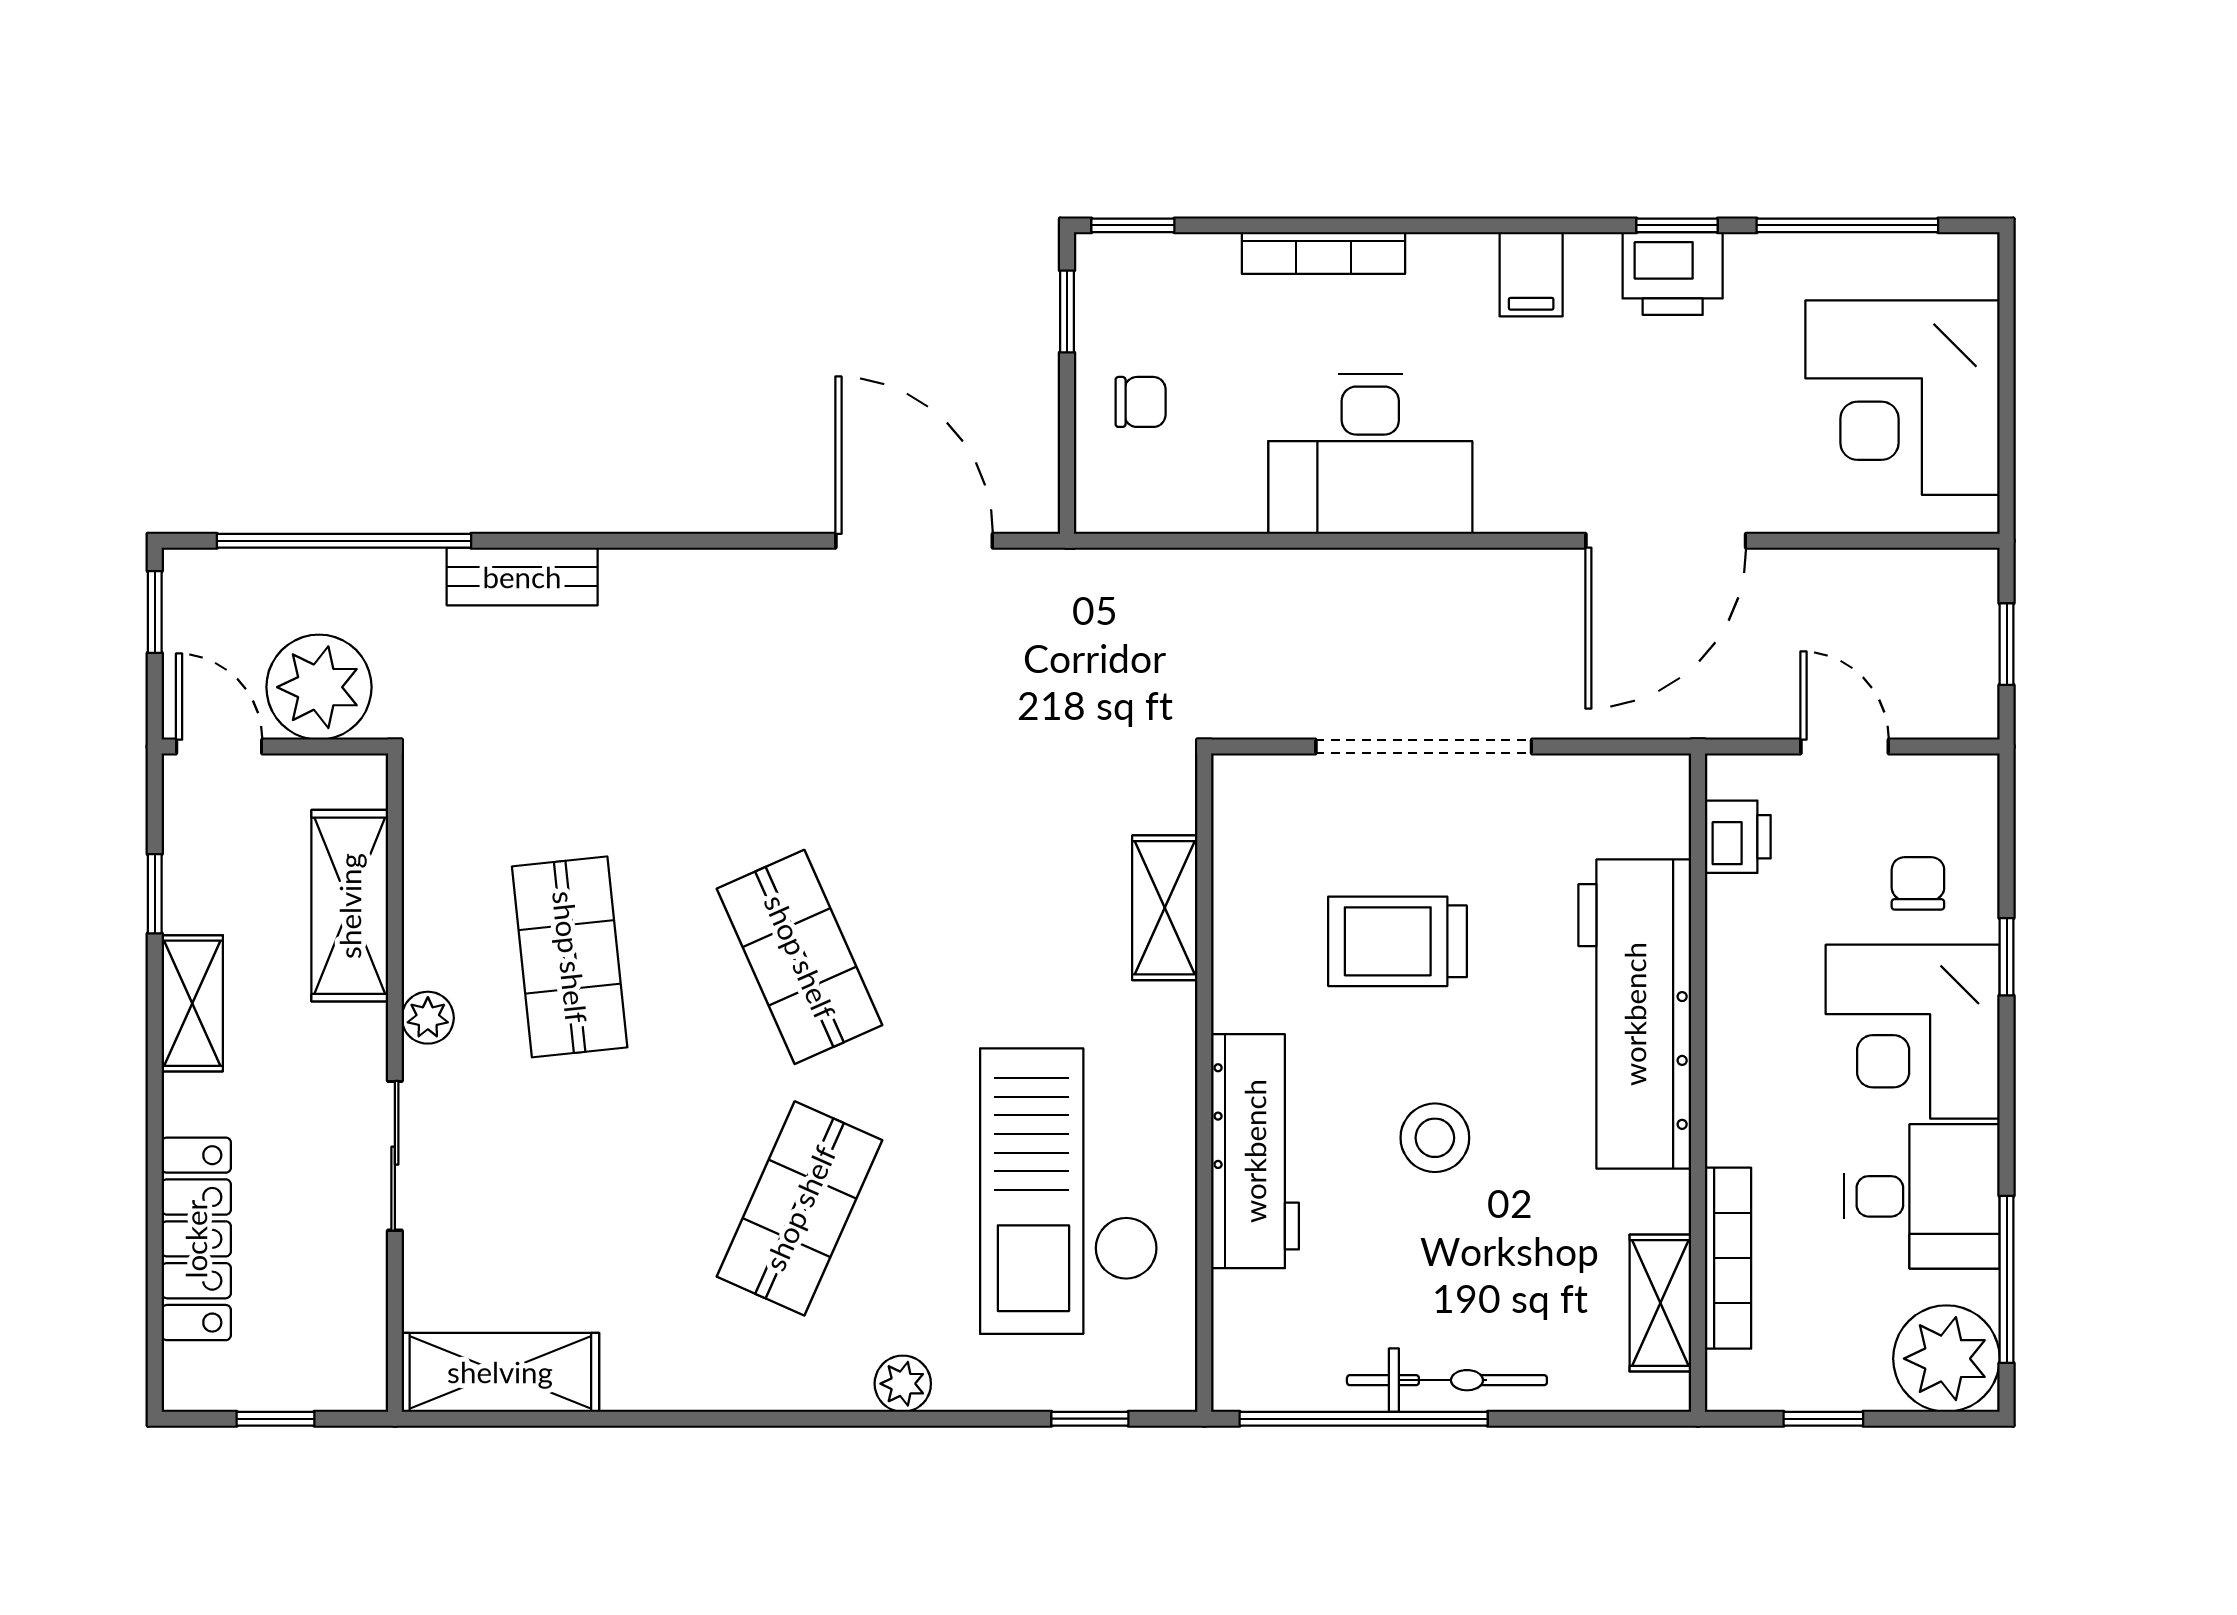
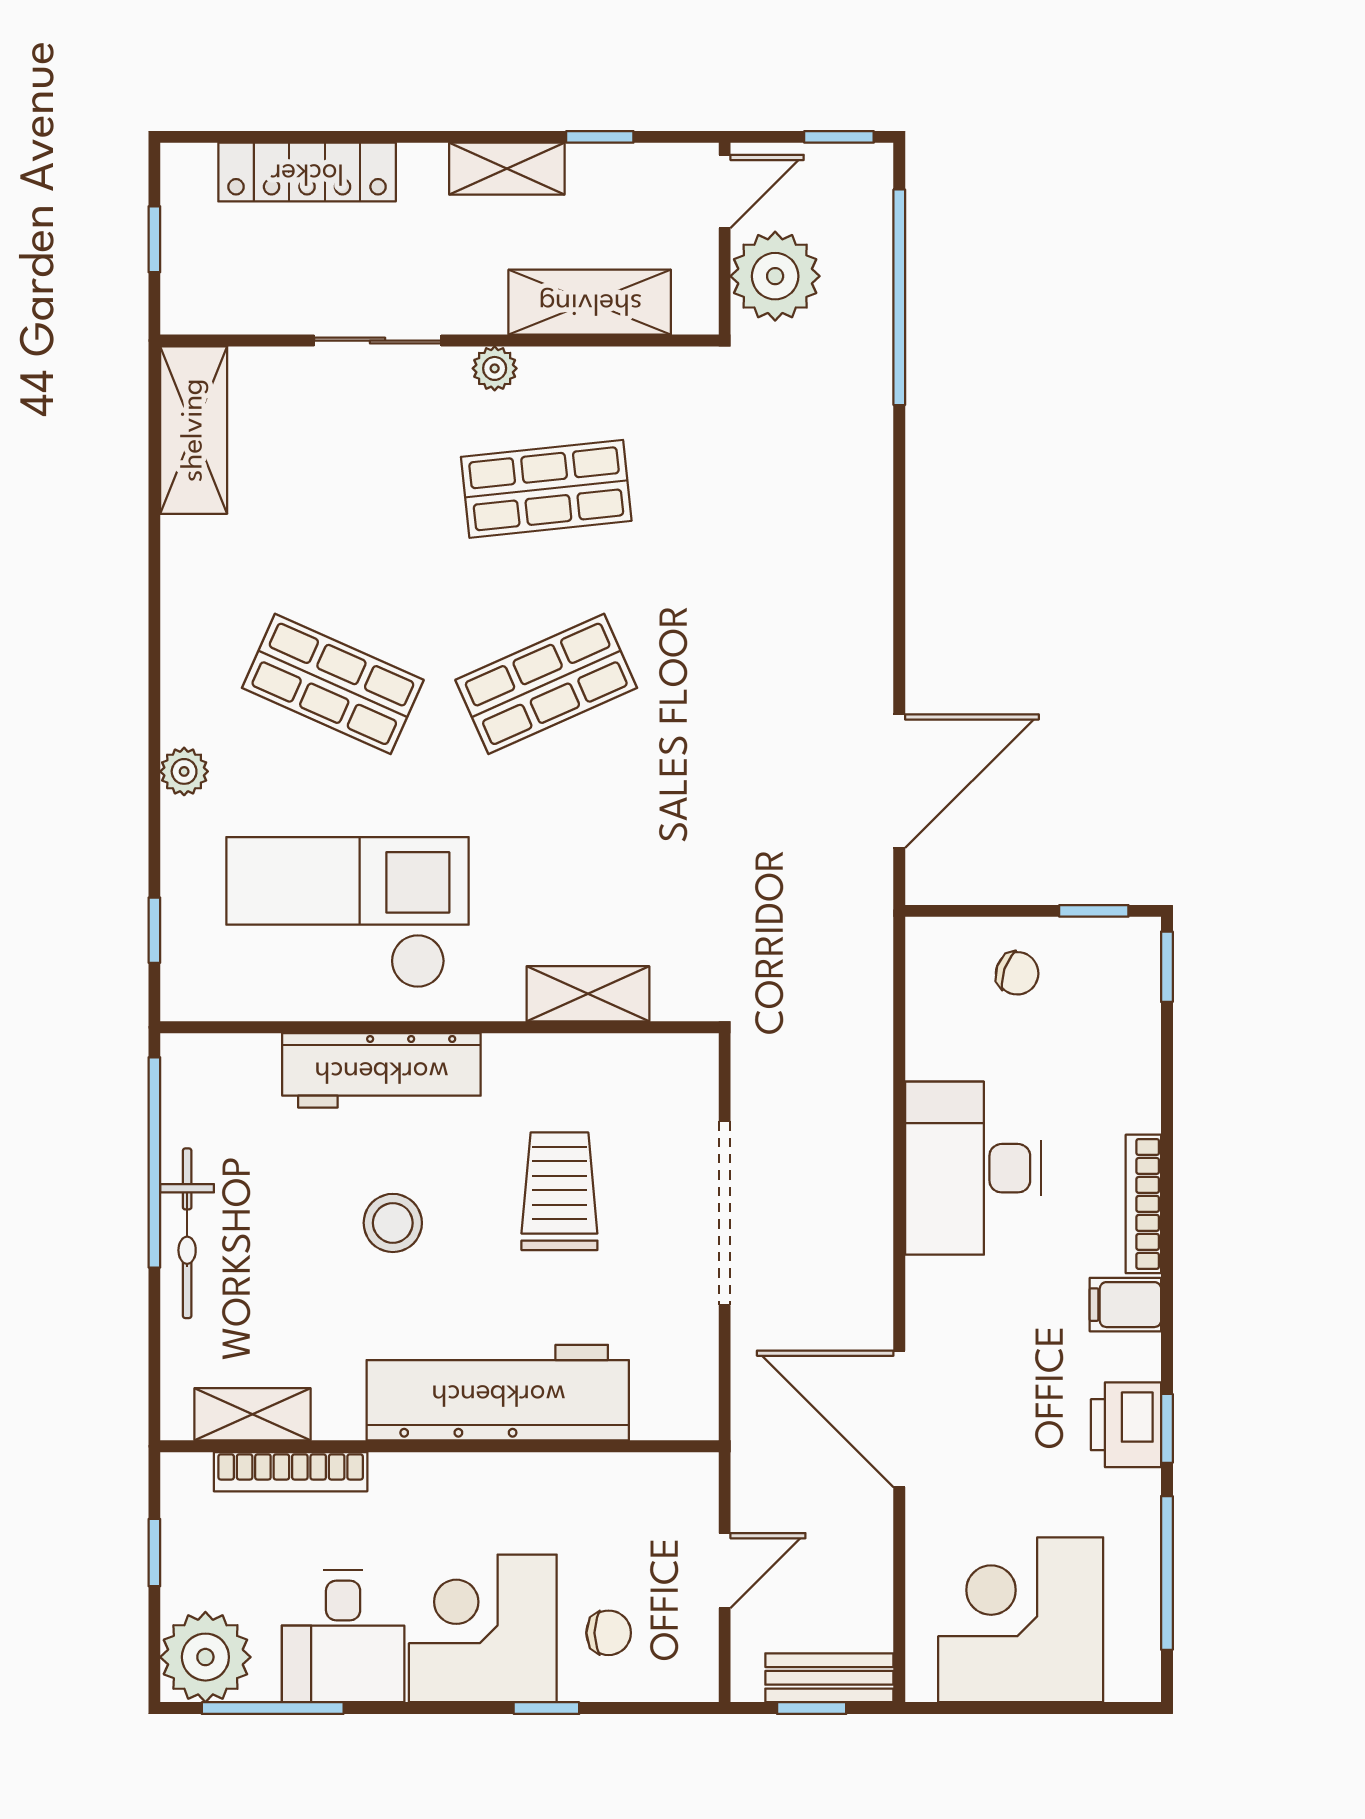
bookcase: (1324, 253) -> (1143, 1204), moved
chair: (1141, 402) -> (1017, 973), turned -71
bench: (522, 577) -> (829, 1678), moved, turned 90
printer: (1738, 837) -> (648, 1480), removed

